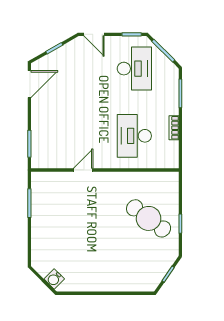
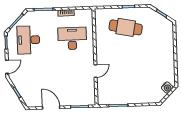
desk: (134, 69) -> (28, 40), turned -90
door: (29, 84) -> (51, 108), moved
desk: (134, 136) -> (72, 38), turned 180
door: (83, 170) -> (96, 71), swing flipped
cafe table: (149, 218) -> (126, 27), turned 64

